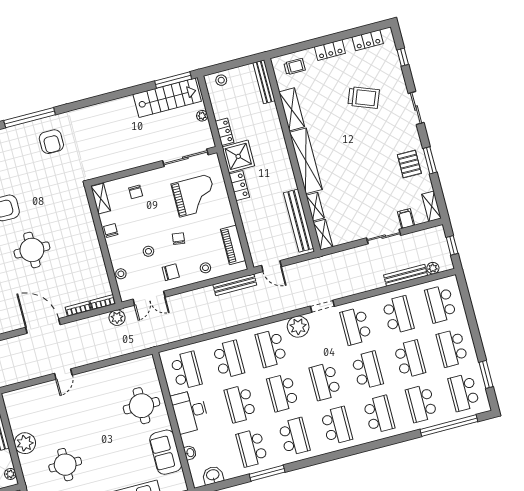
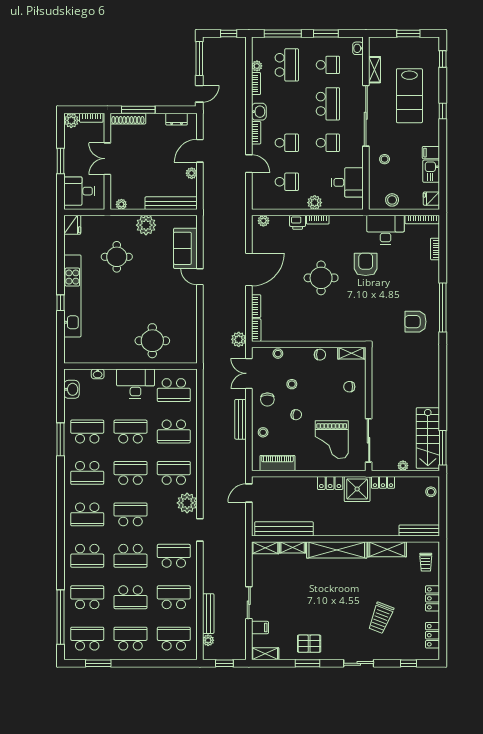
bench: (235, 285) -> (241, 419), moved
school desk: (398, 315) -> (174, 597), turned 180
sofa: (166, 452) -> (185, 248), moved, turned -90

